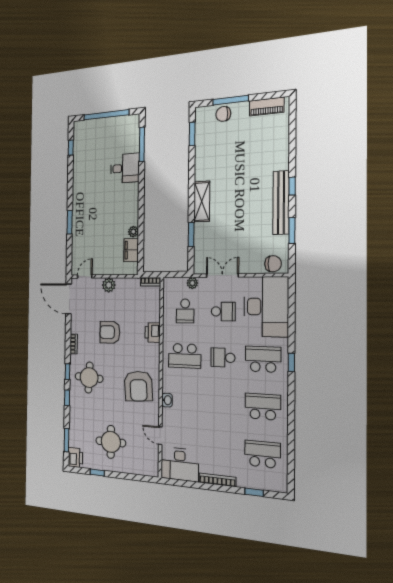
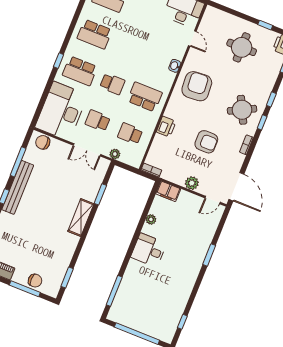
desk: (125, 168) -> (149, 250), moved
window: (292, 231) -> (18, 162), width x1.44
filing cabinet: (131, 250) -> (168, 191), moved, turned 90
school desk: (185, 311) -> (130, 134), turned -90
round table: (89, 378) -> (242, 110), turned -30

